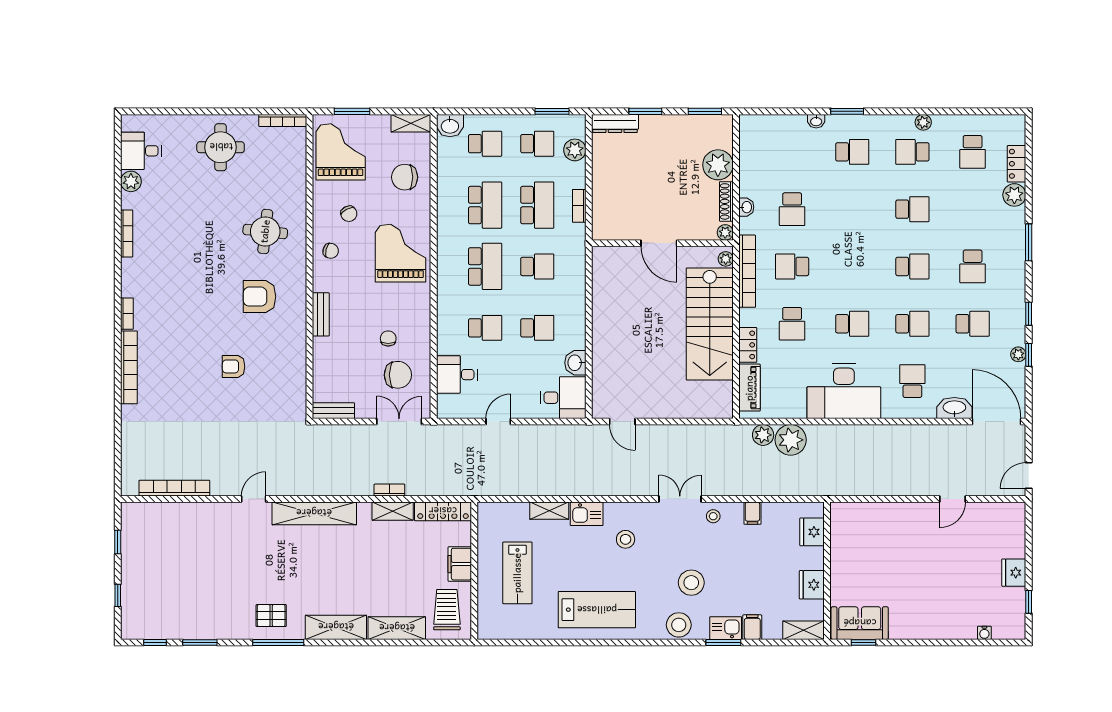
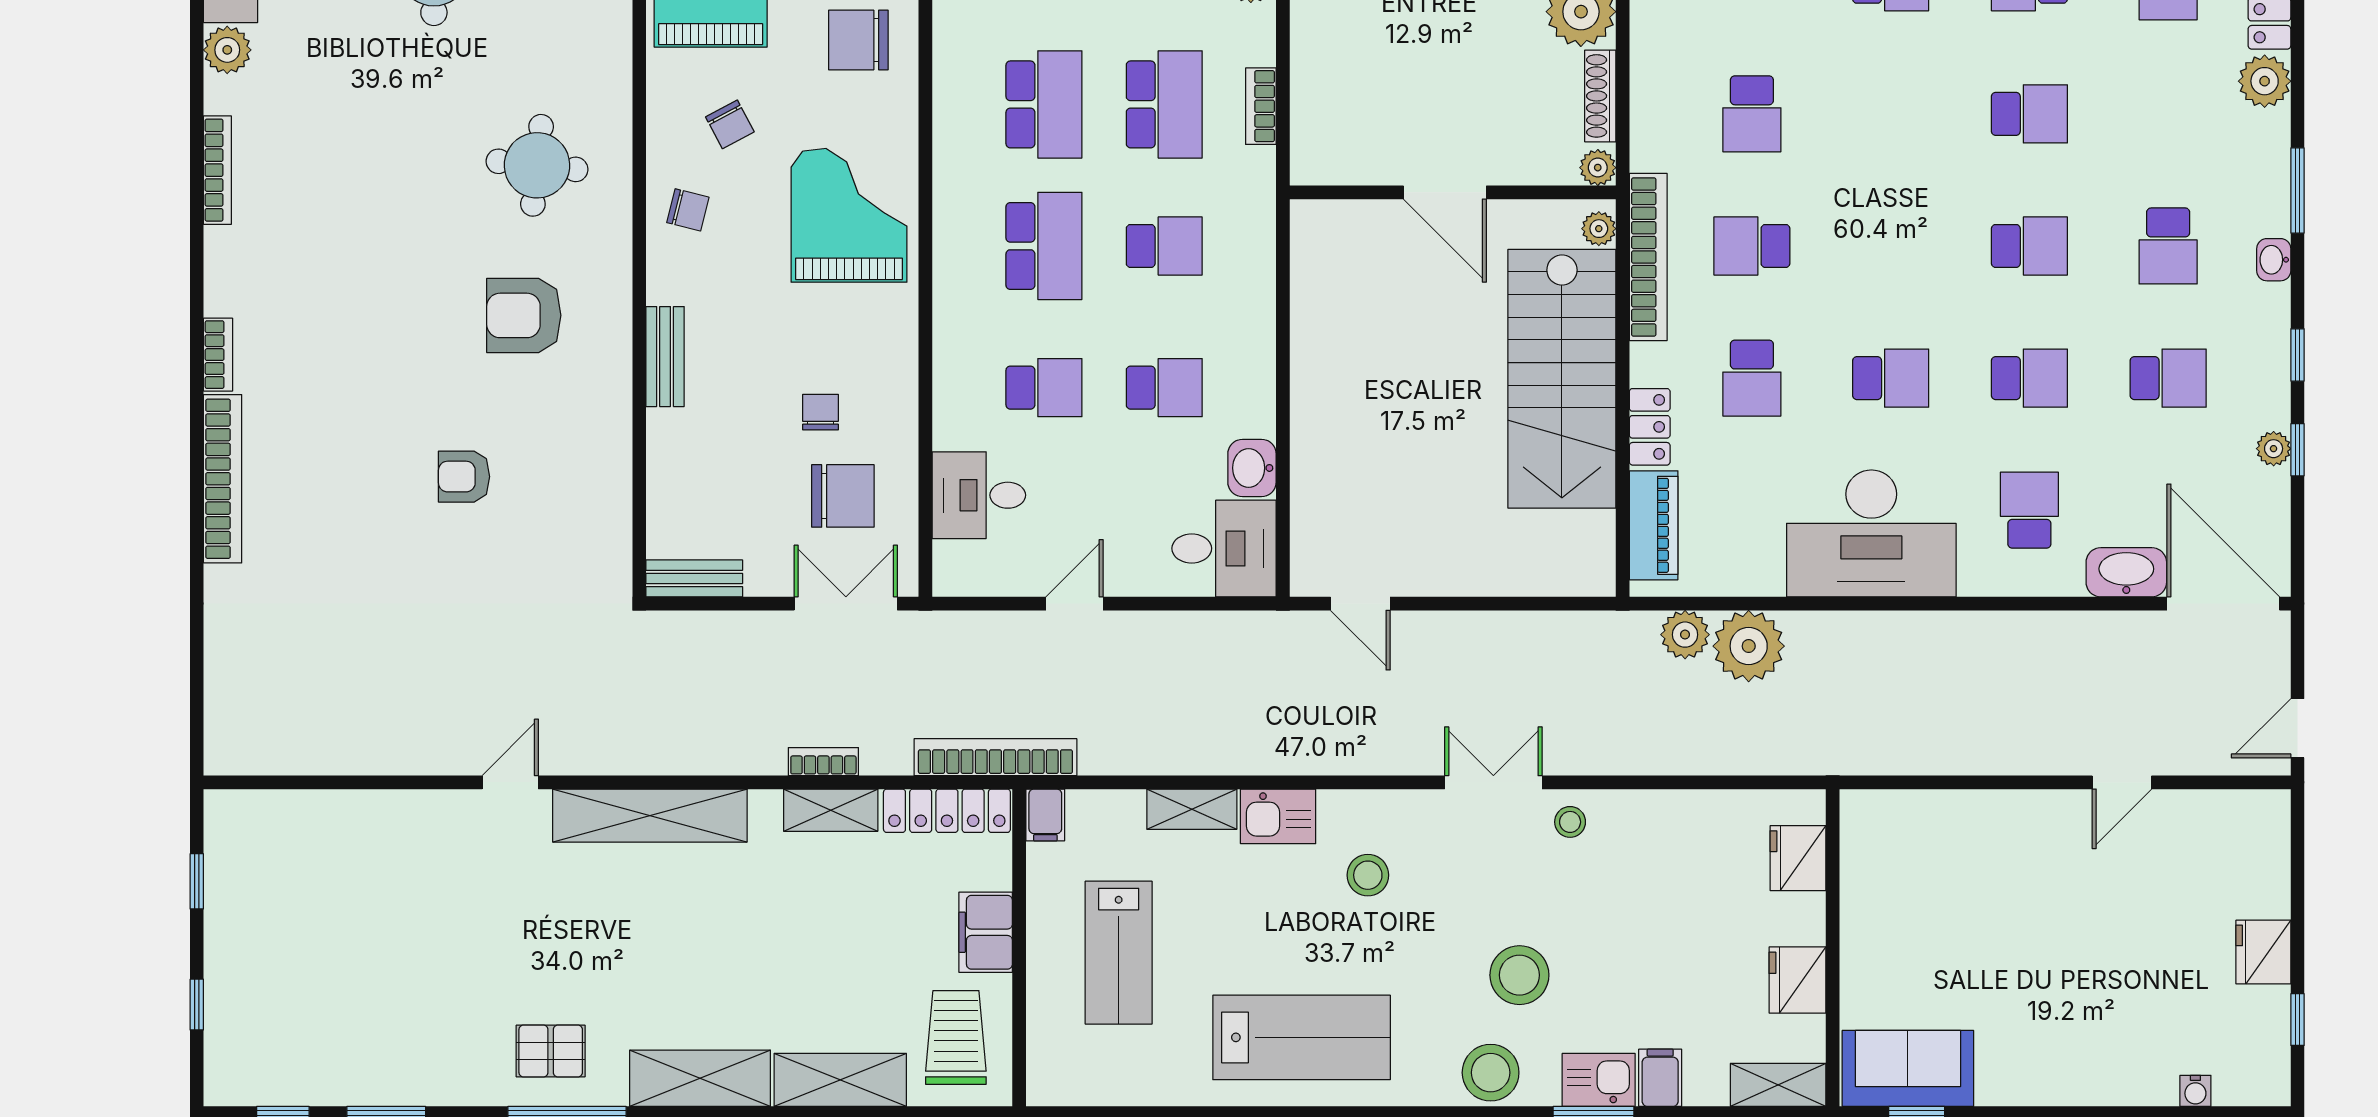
washbasin: (746, 207) -> (2274, 260), moved, turned 180
bookcase: (174, 488) -> (995, 757), moved
filing cabinet: (752, 513) -> (1045, 815), moved

